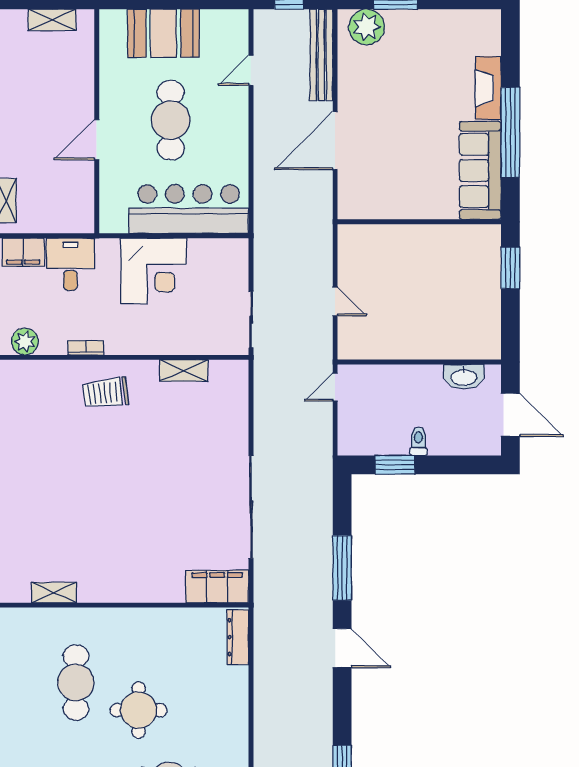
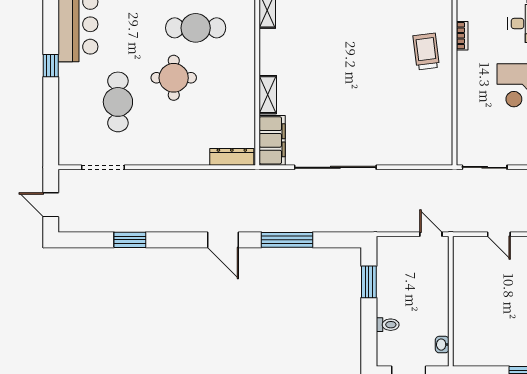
door: (335, 302) -> (499, 234), hinge flipped
shelving: (184, 371) -> (268, 95), moved
washbasin: (464, 377) -> (442, 345), width x0.52, depth x0.69
toilet: (419, 441) -> (388, 325), moved
door: (342, 648) -> (223, 240), hinge flipped

